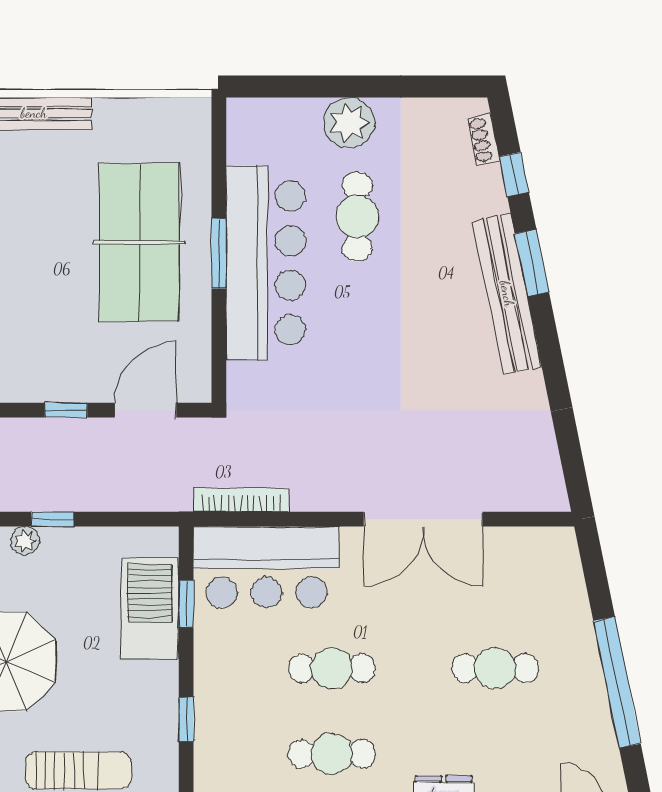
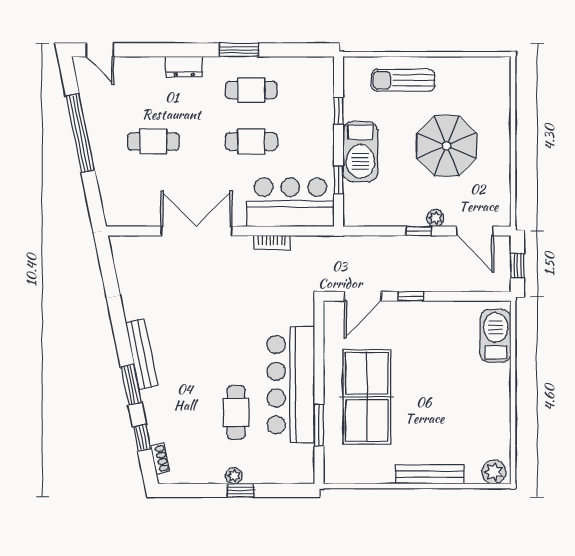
window: (349, 87) -> (241, 490), added
plant: (349, 123) -> (234, 476), width x0.53, depth x0.53
window: (219, 253) -> (319, 426), moved
bench: (507, 294) -> (141, 354), width x0.73, depth x0.82
bookcase: (241, 500) -> (272, 243), moved, width x0.64
barbecue: (150, 608) -> (360, 152), moved

